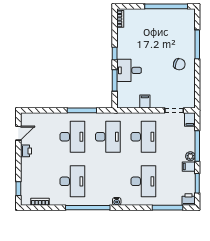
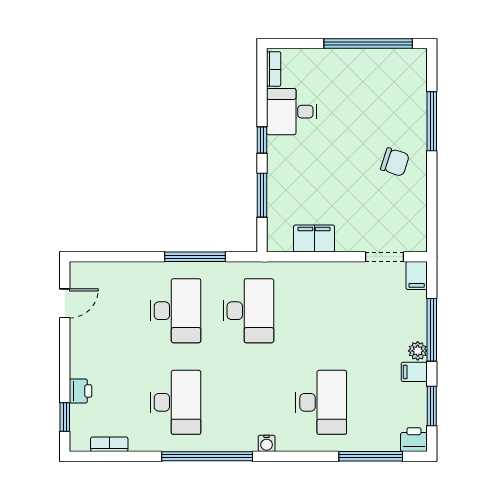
desk: (129, 70) -> (292, 112), moved
filing cabinet: (145, 102) -> (314, 239), width x2.00
desk: (143, 137) -> (321, 311), removed
printer: (26, 151) -> (81, 391), moved

